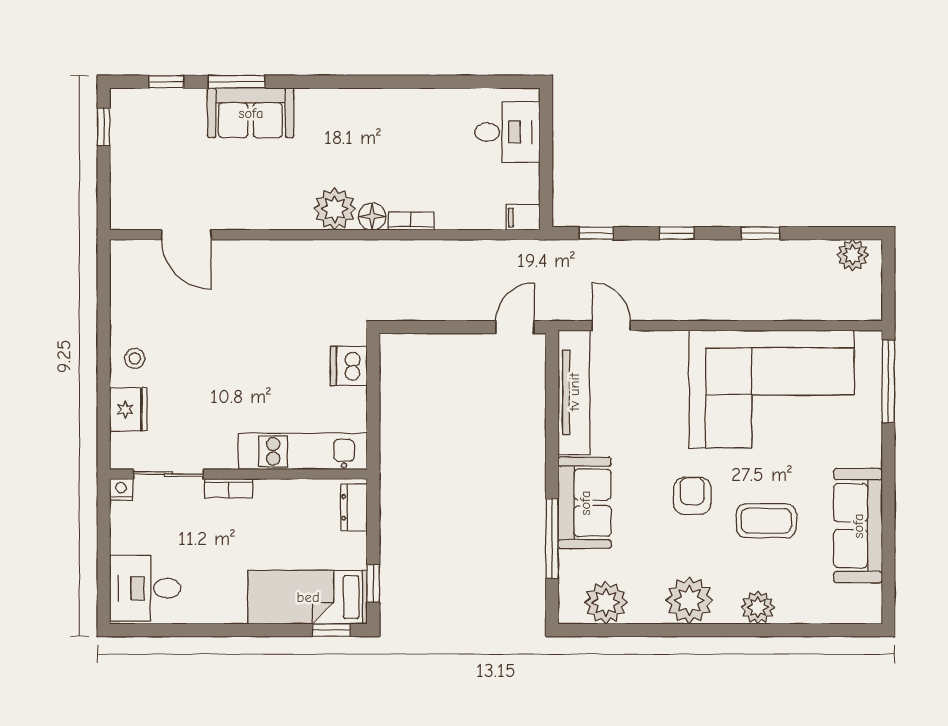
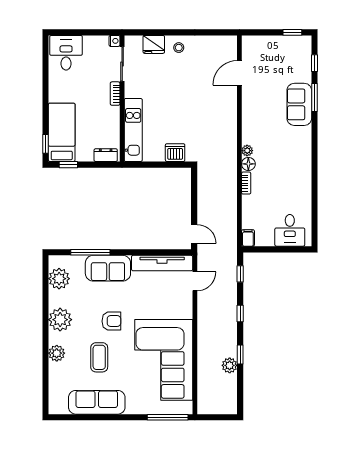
plant: (335, 209) -> (247, 151), width x0.53, depth x0.53
plant: (853, 255) -> (230, 365), moved

